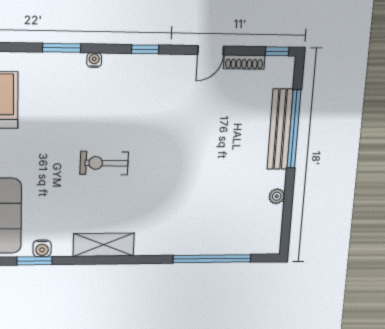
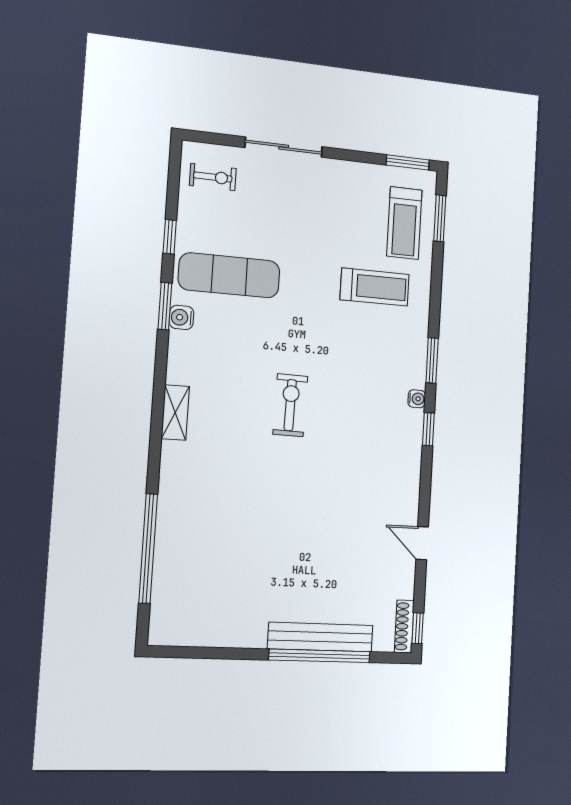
window: (145, 49) -> (428, 429), moved
shoe rack: (244, 62) -> (404, 626), moved
plant: (277, 196) -> (231, 637), removed
shelving: (104, 245) -> (175, 413), width x0.67, depth x0.75

